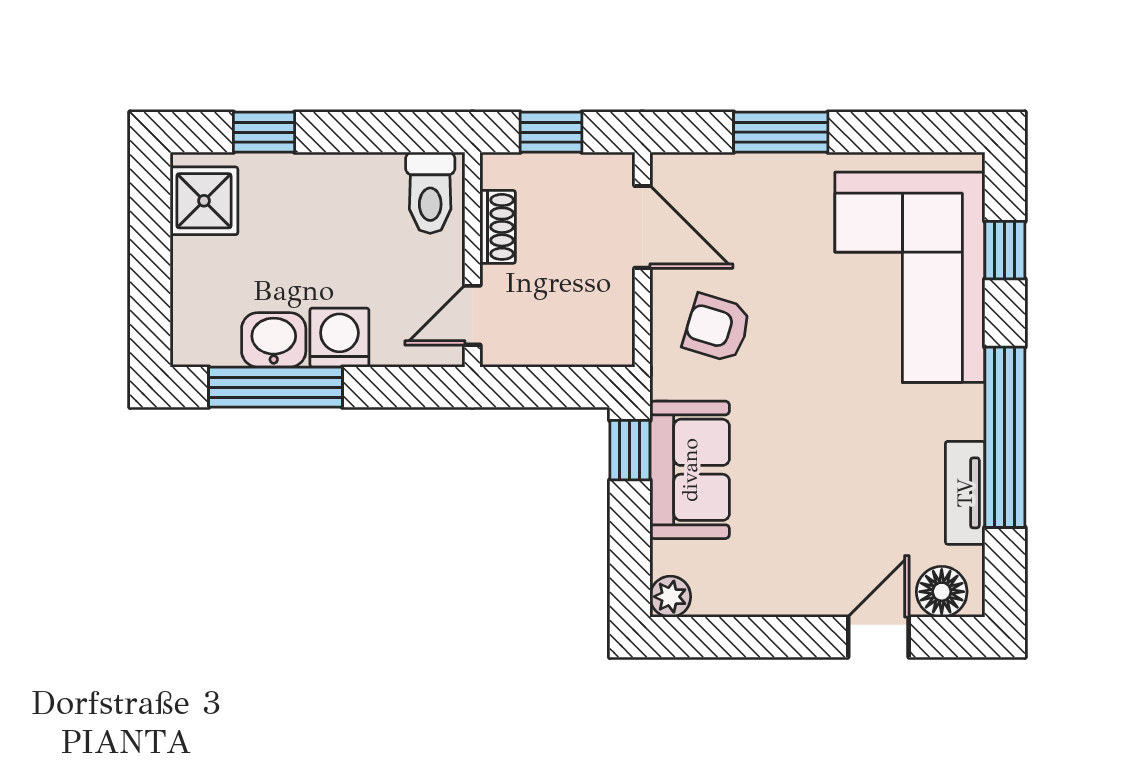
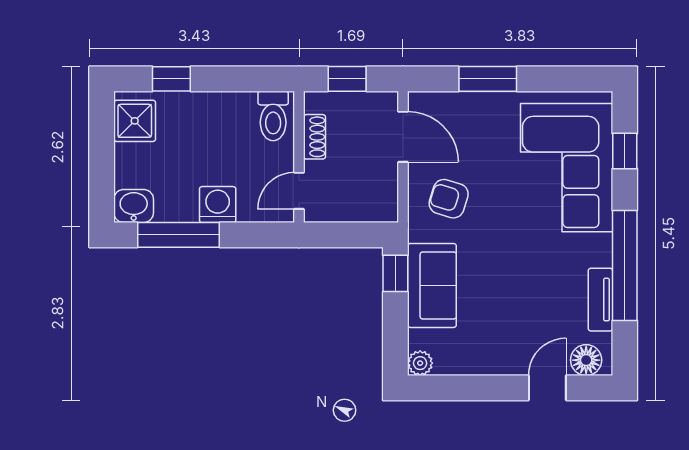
washbasin: (274, 340) -> (134, 206), moved

